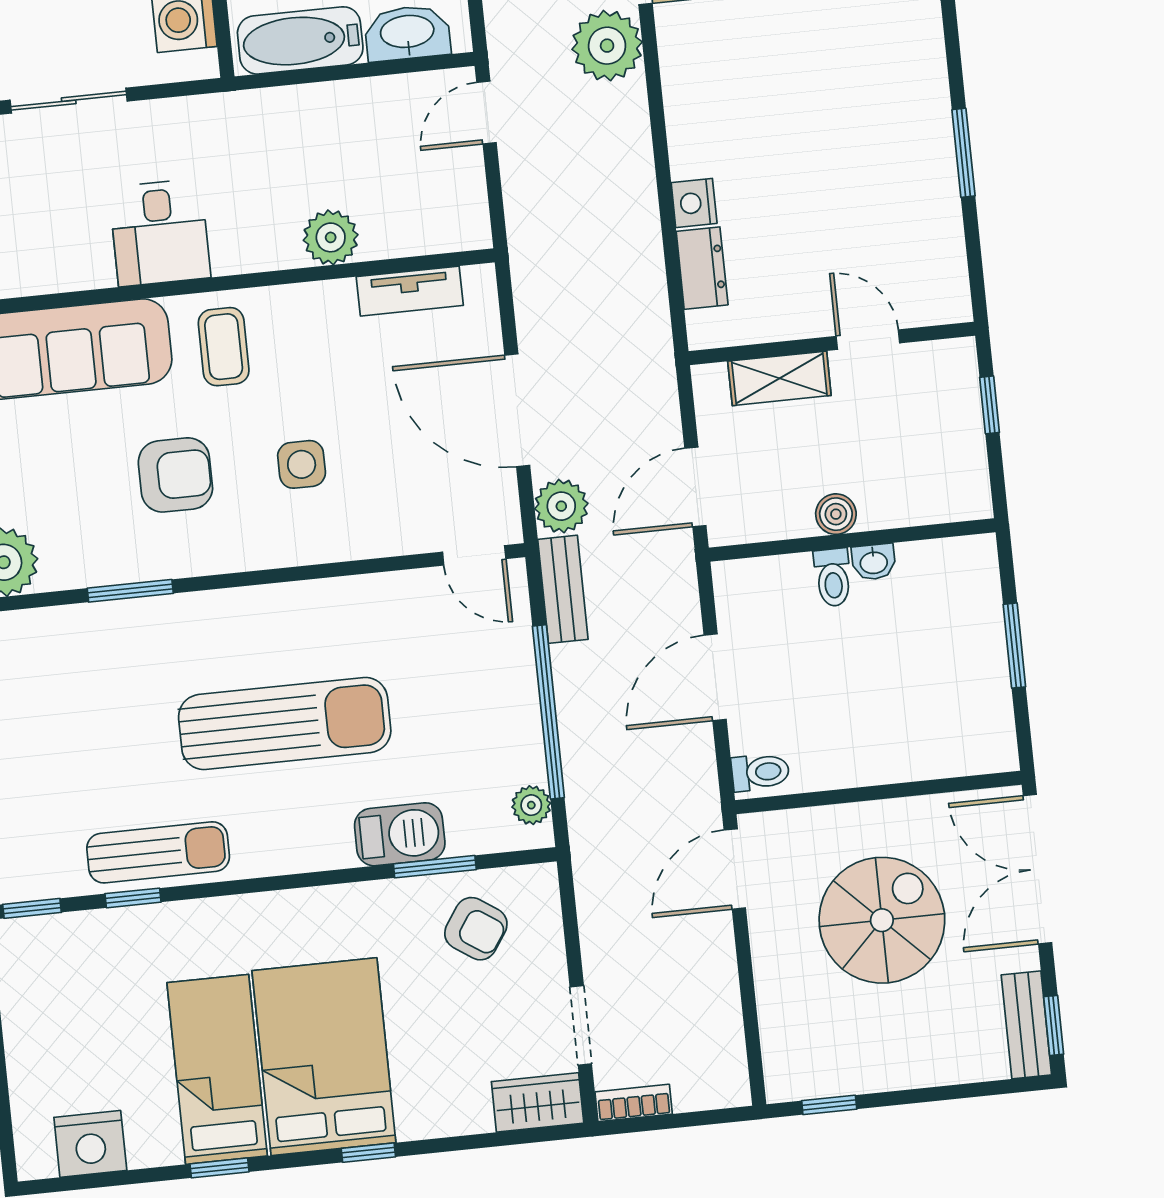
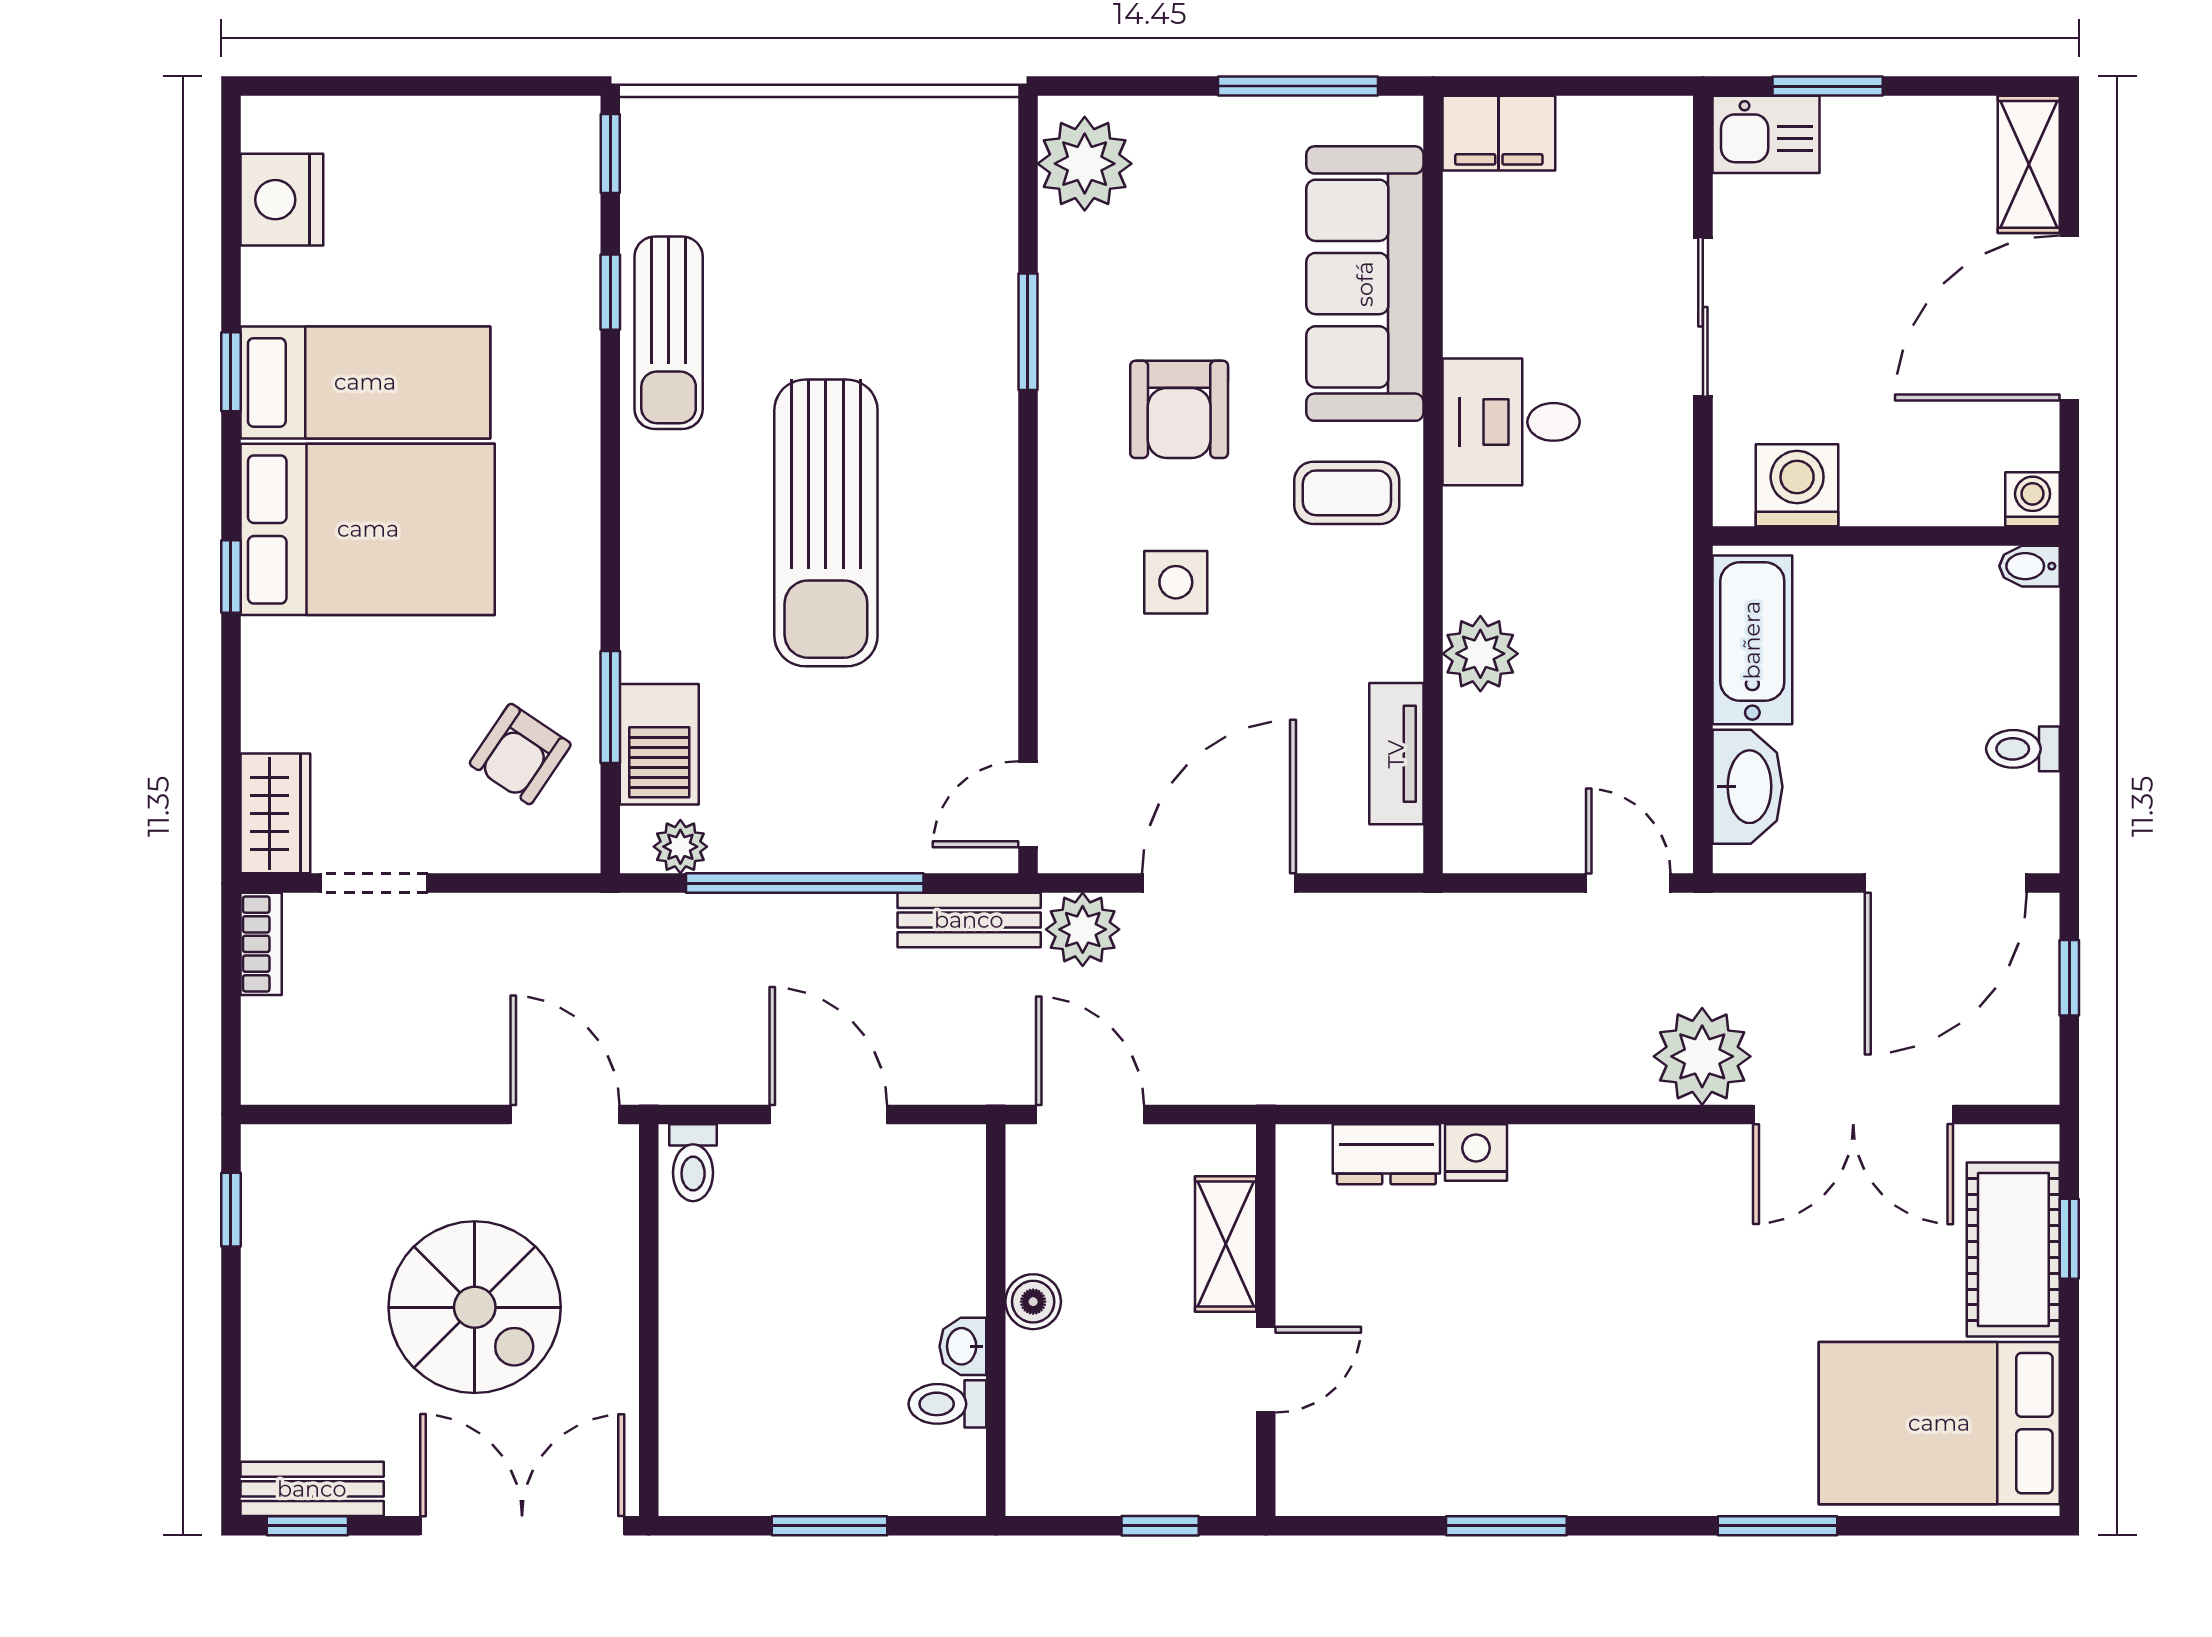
toilet: (833, 577) -> (947, 1404), moved
barbecue: (400, 834) -> (659, 744), moved

